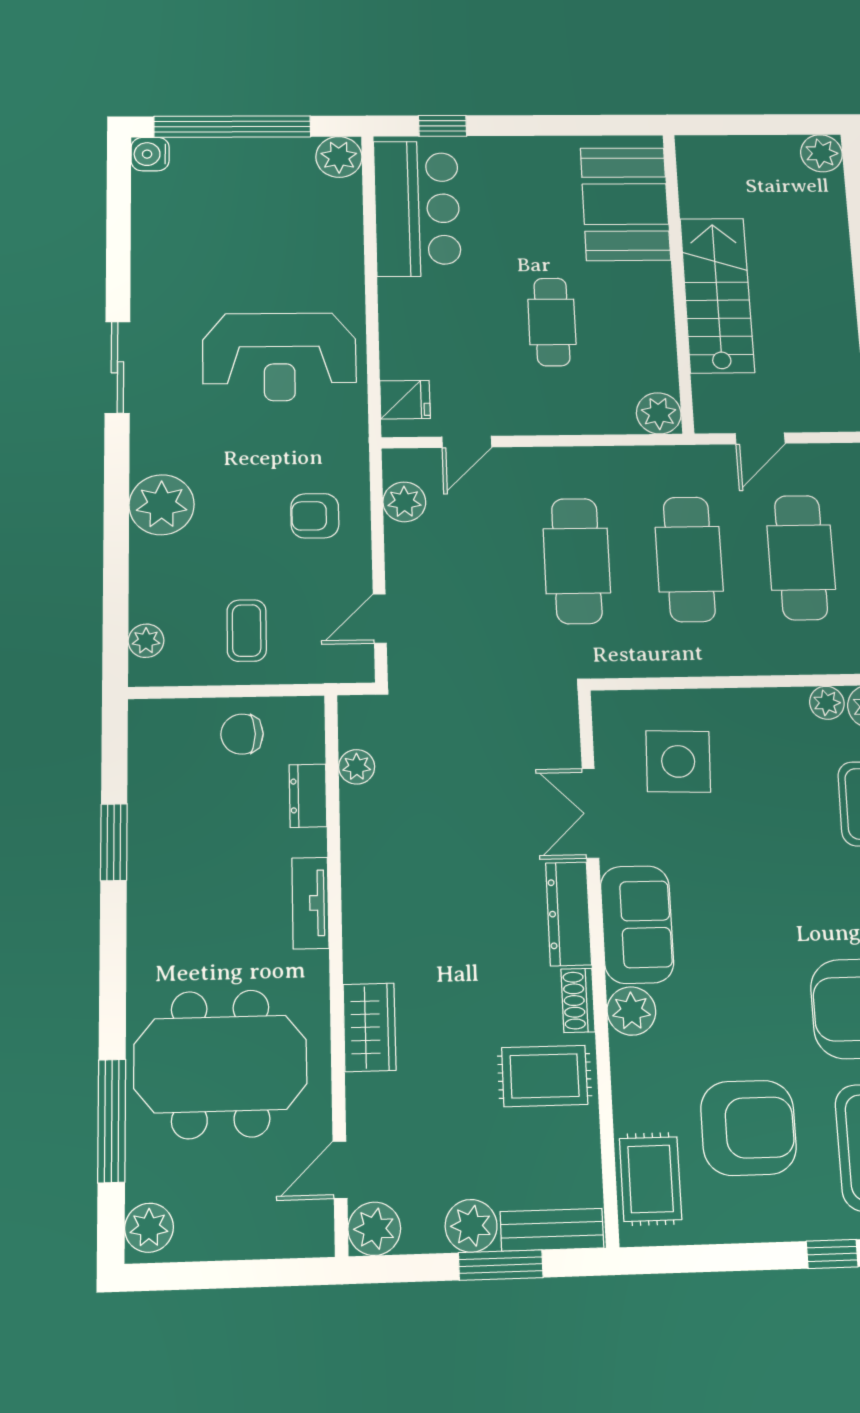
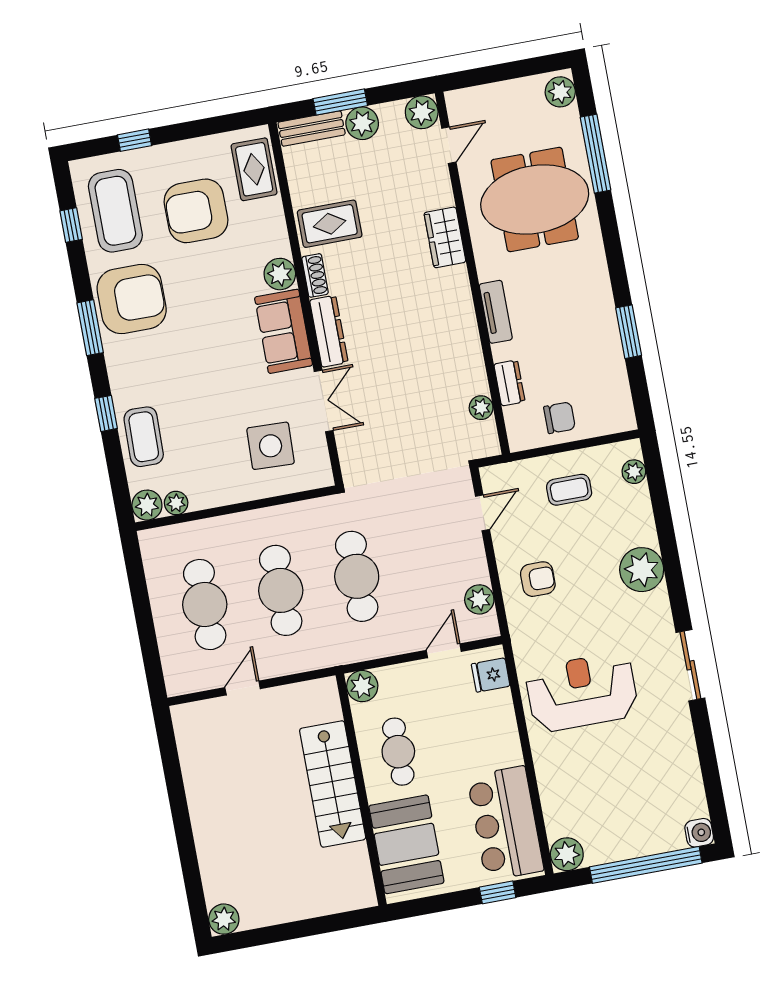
booth: (625, 204) -> (406, 844), moved
wall: (678, 282) -> (361, 790), moved
stairs: (717, 295) -> (333, 784), moved
plant: (659, 413) -> (362, 686), moved
coffee table: (247, 631) -> (569, 490), turned 90

